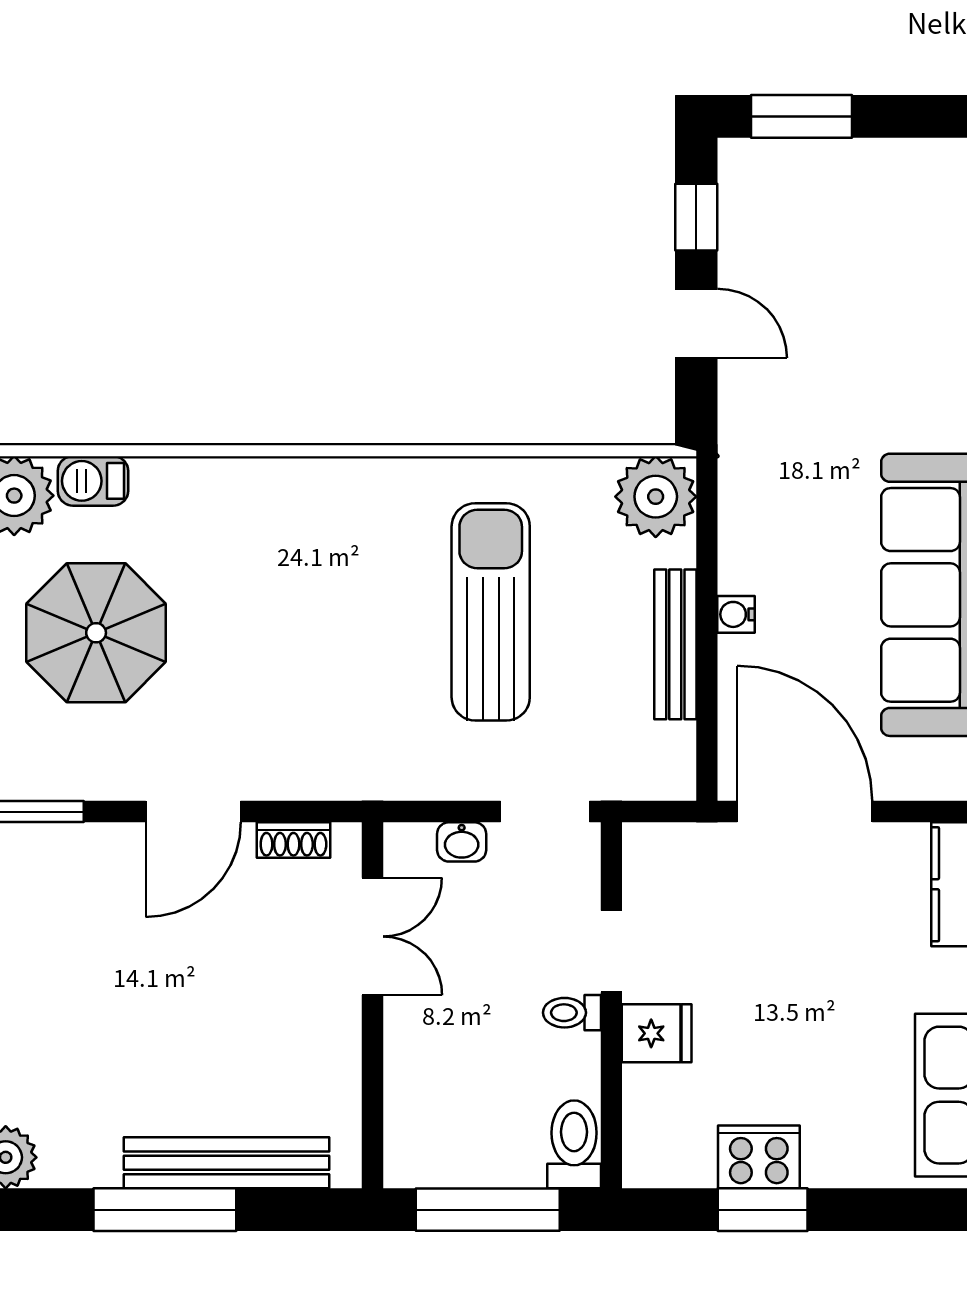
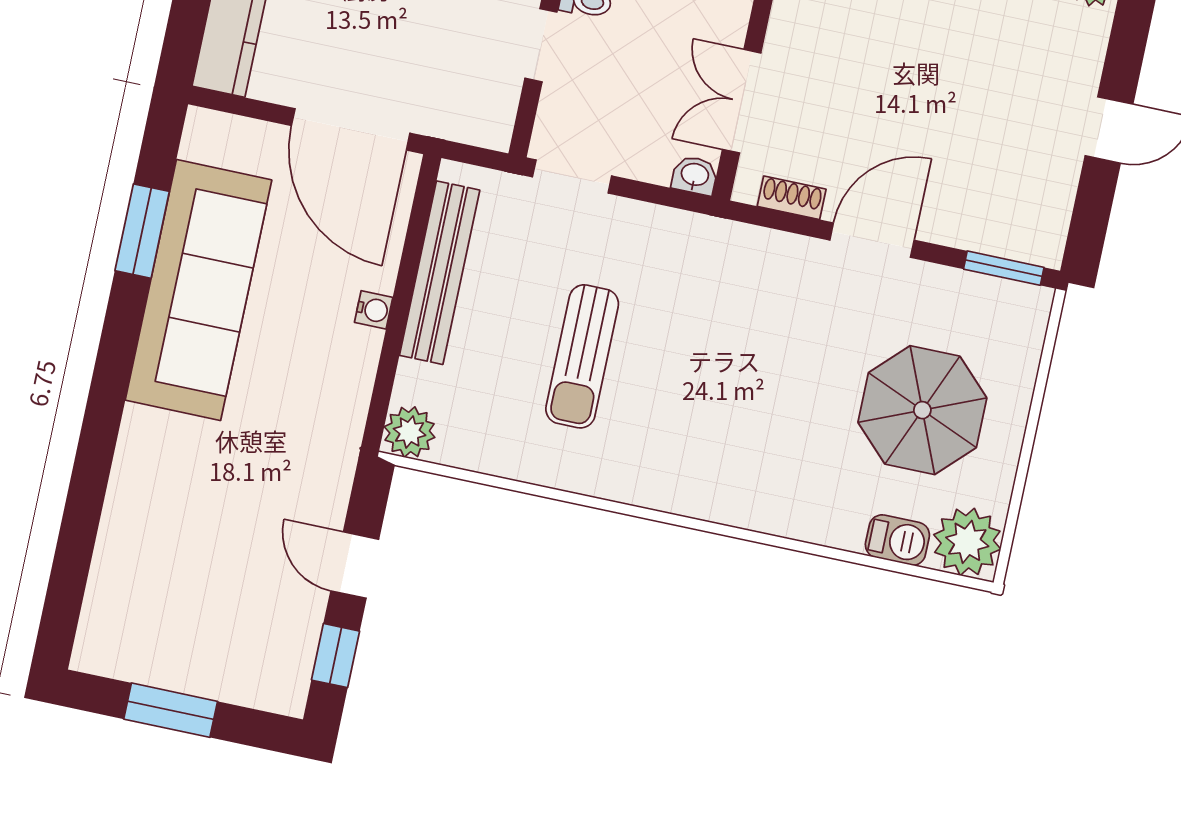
window: (801, 116) -> (171, 710), moved
plant: (656, 497) -> (410, 432), width x0.73, depth x0.73
sun lounger: (491, 612) -> (582, 356), width x0.73, depth x0.75
bench: (675, 644) -> (440, 273), width x1.37, depth x1.21
washbasin: (462, 842) -> (695, 175), moved

